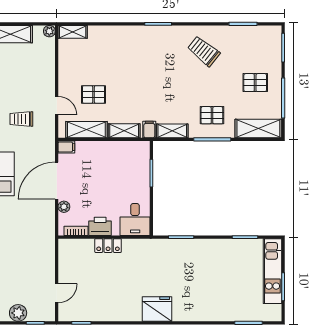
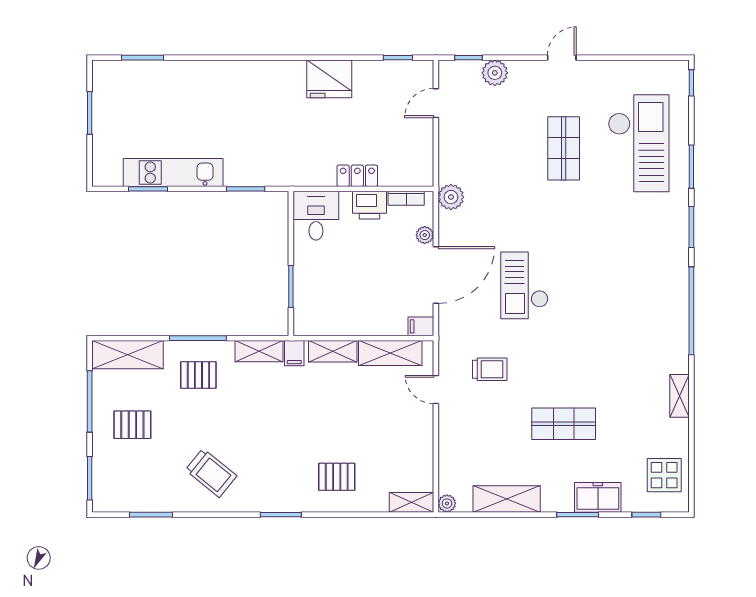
pallet: (94, 94) -> (337, 477), moved
plant: (47, 232) -> (451, 197), added
kitchen unit: (273, 271) -> (173, 173), moved, turned -90
fridge: (157, 309) -> (329, 79), moved

